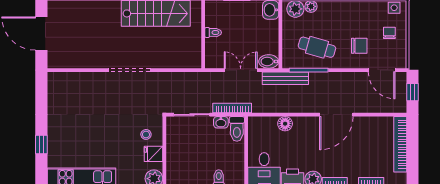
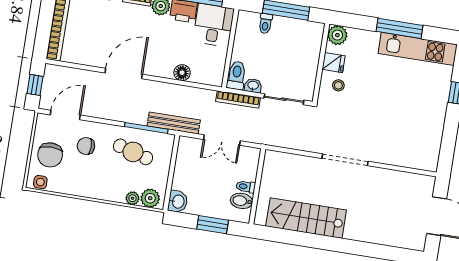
chair: (389, 33) -> (50, 155), width x1.87, depth x1.87
bidet: (269, 61) -> (242, 201), moved, turned 180
door: (382, 70) -> (65, 115), hinge flipped

